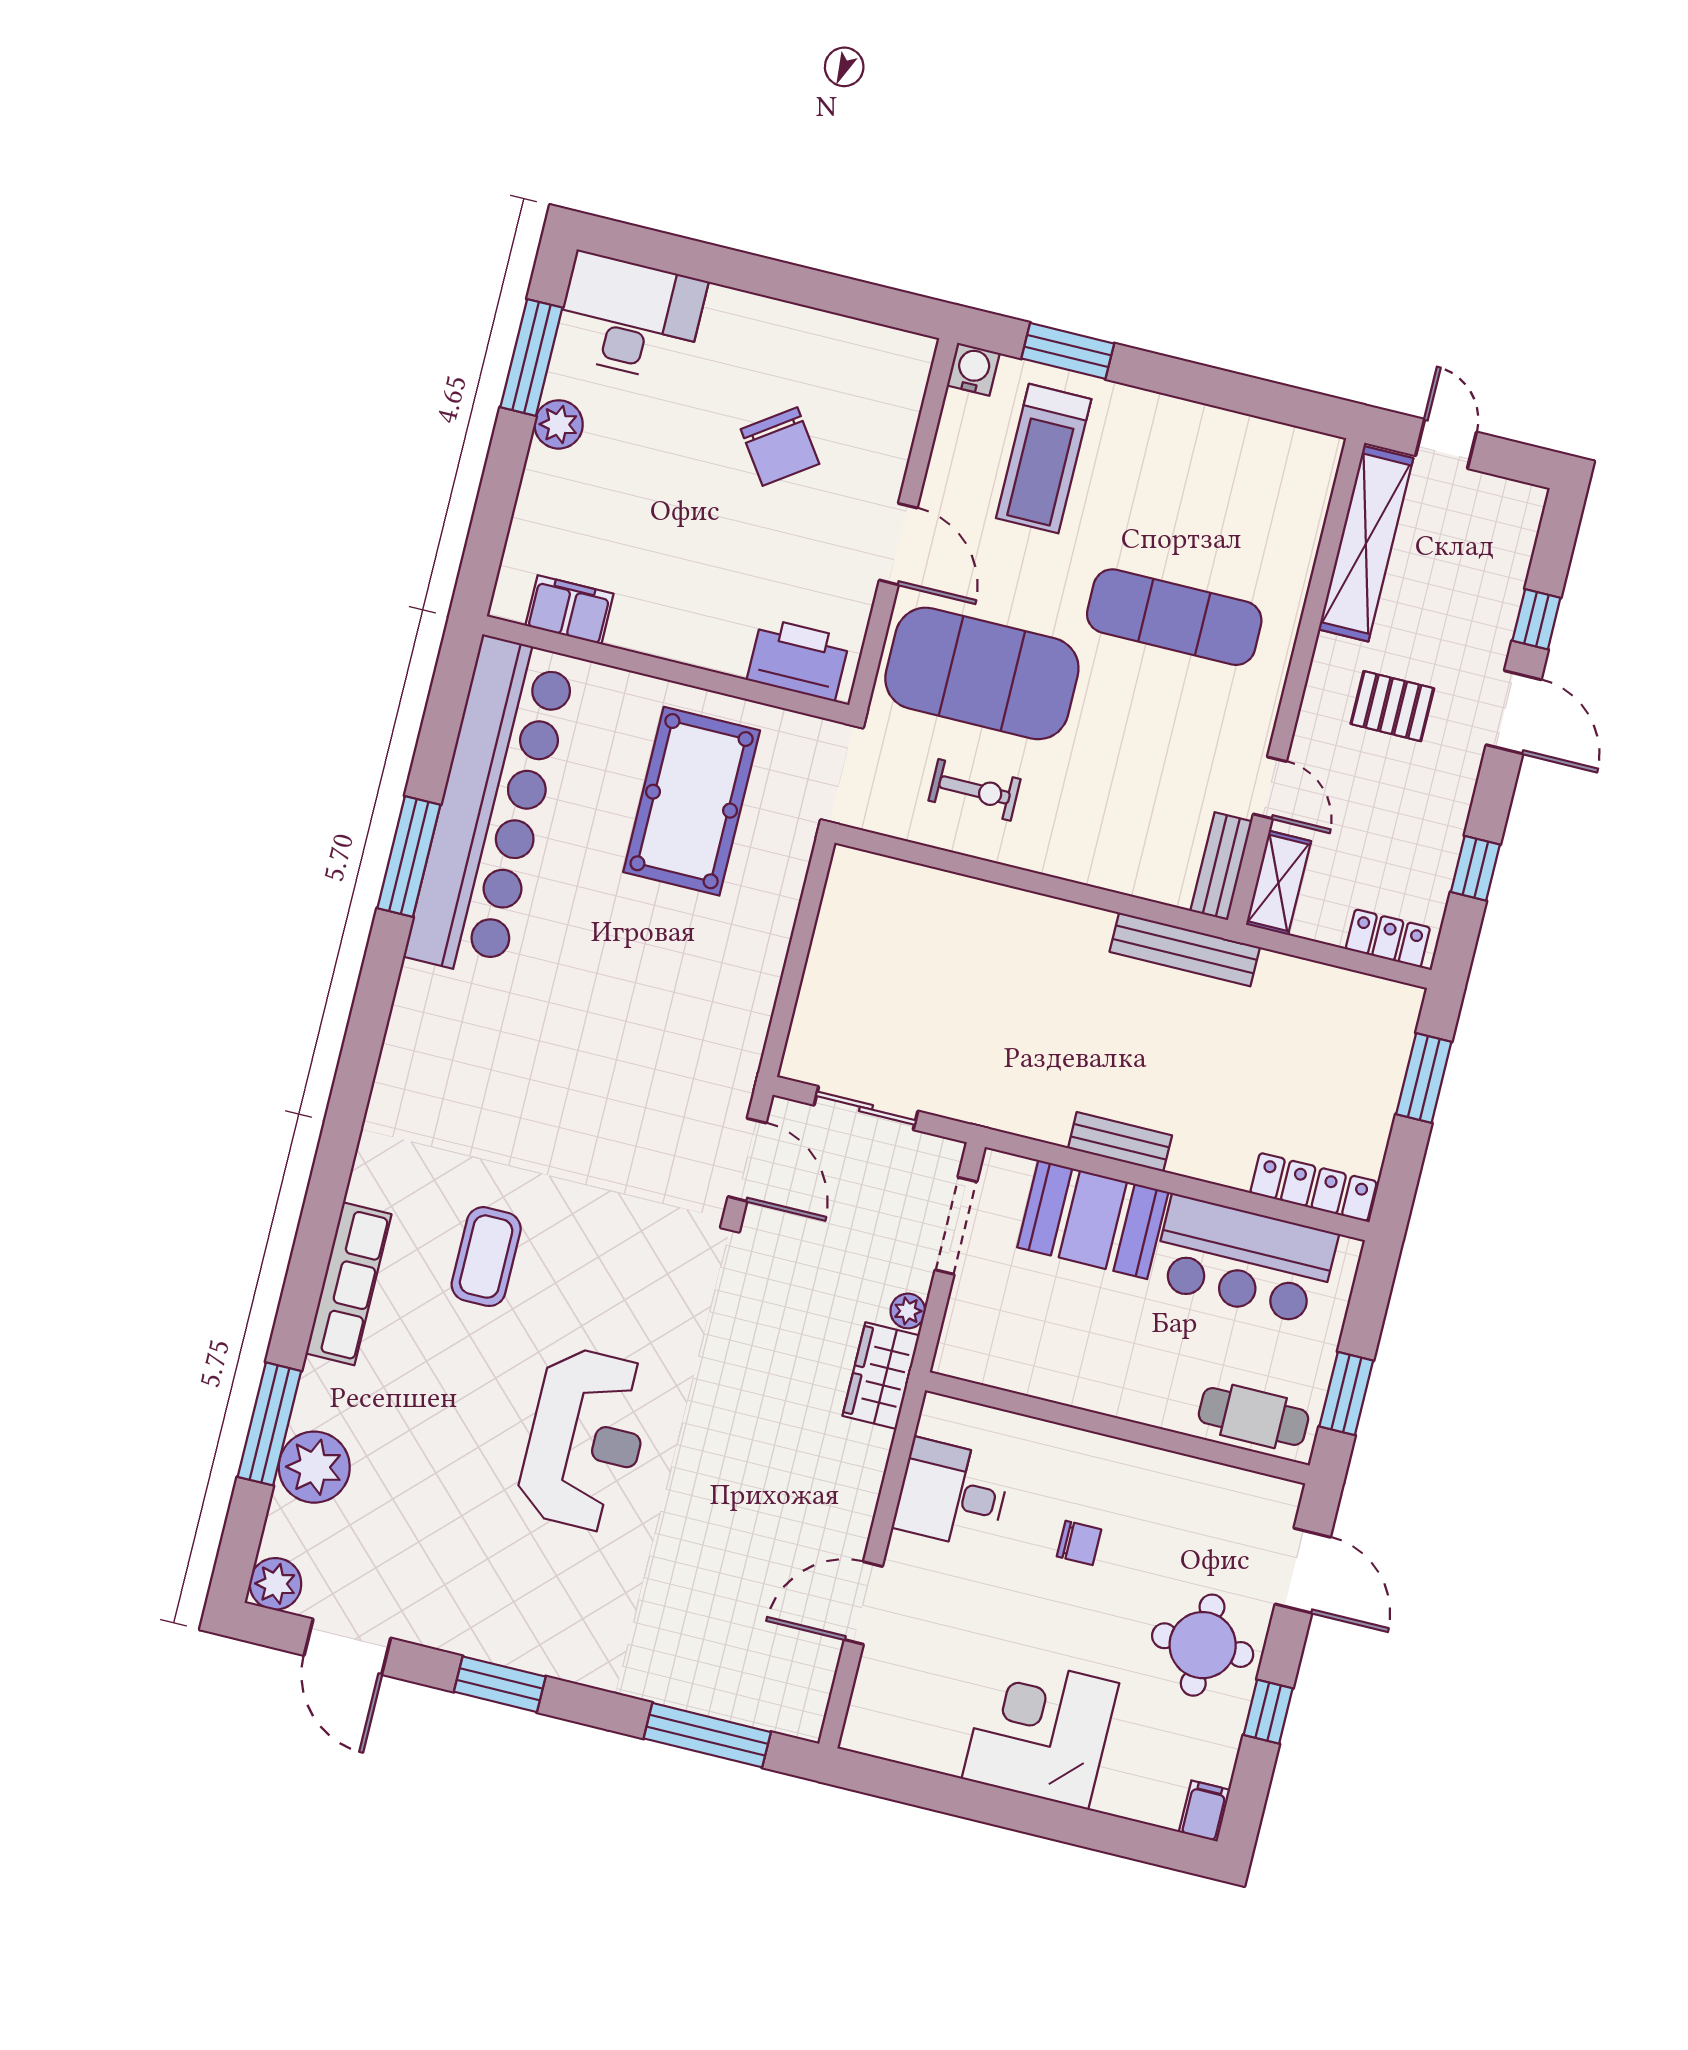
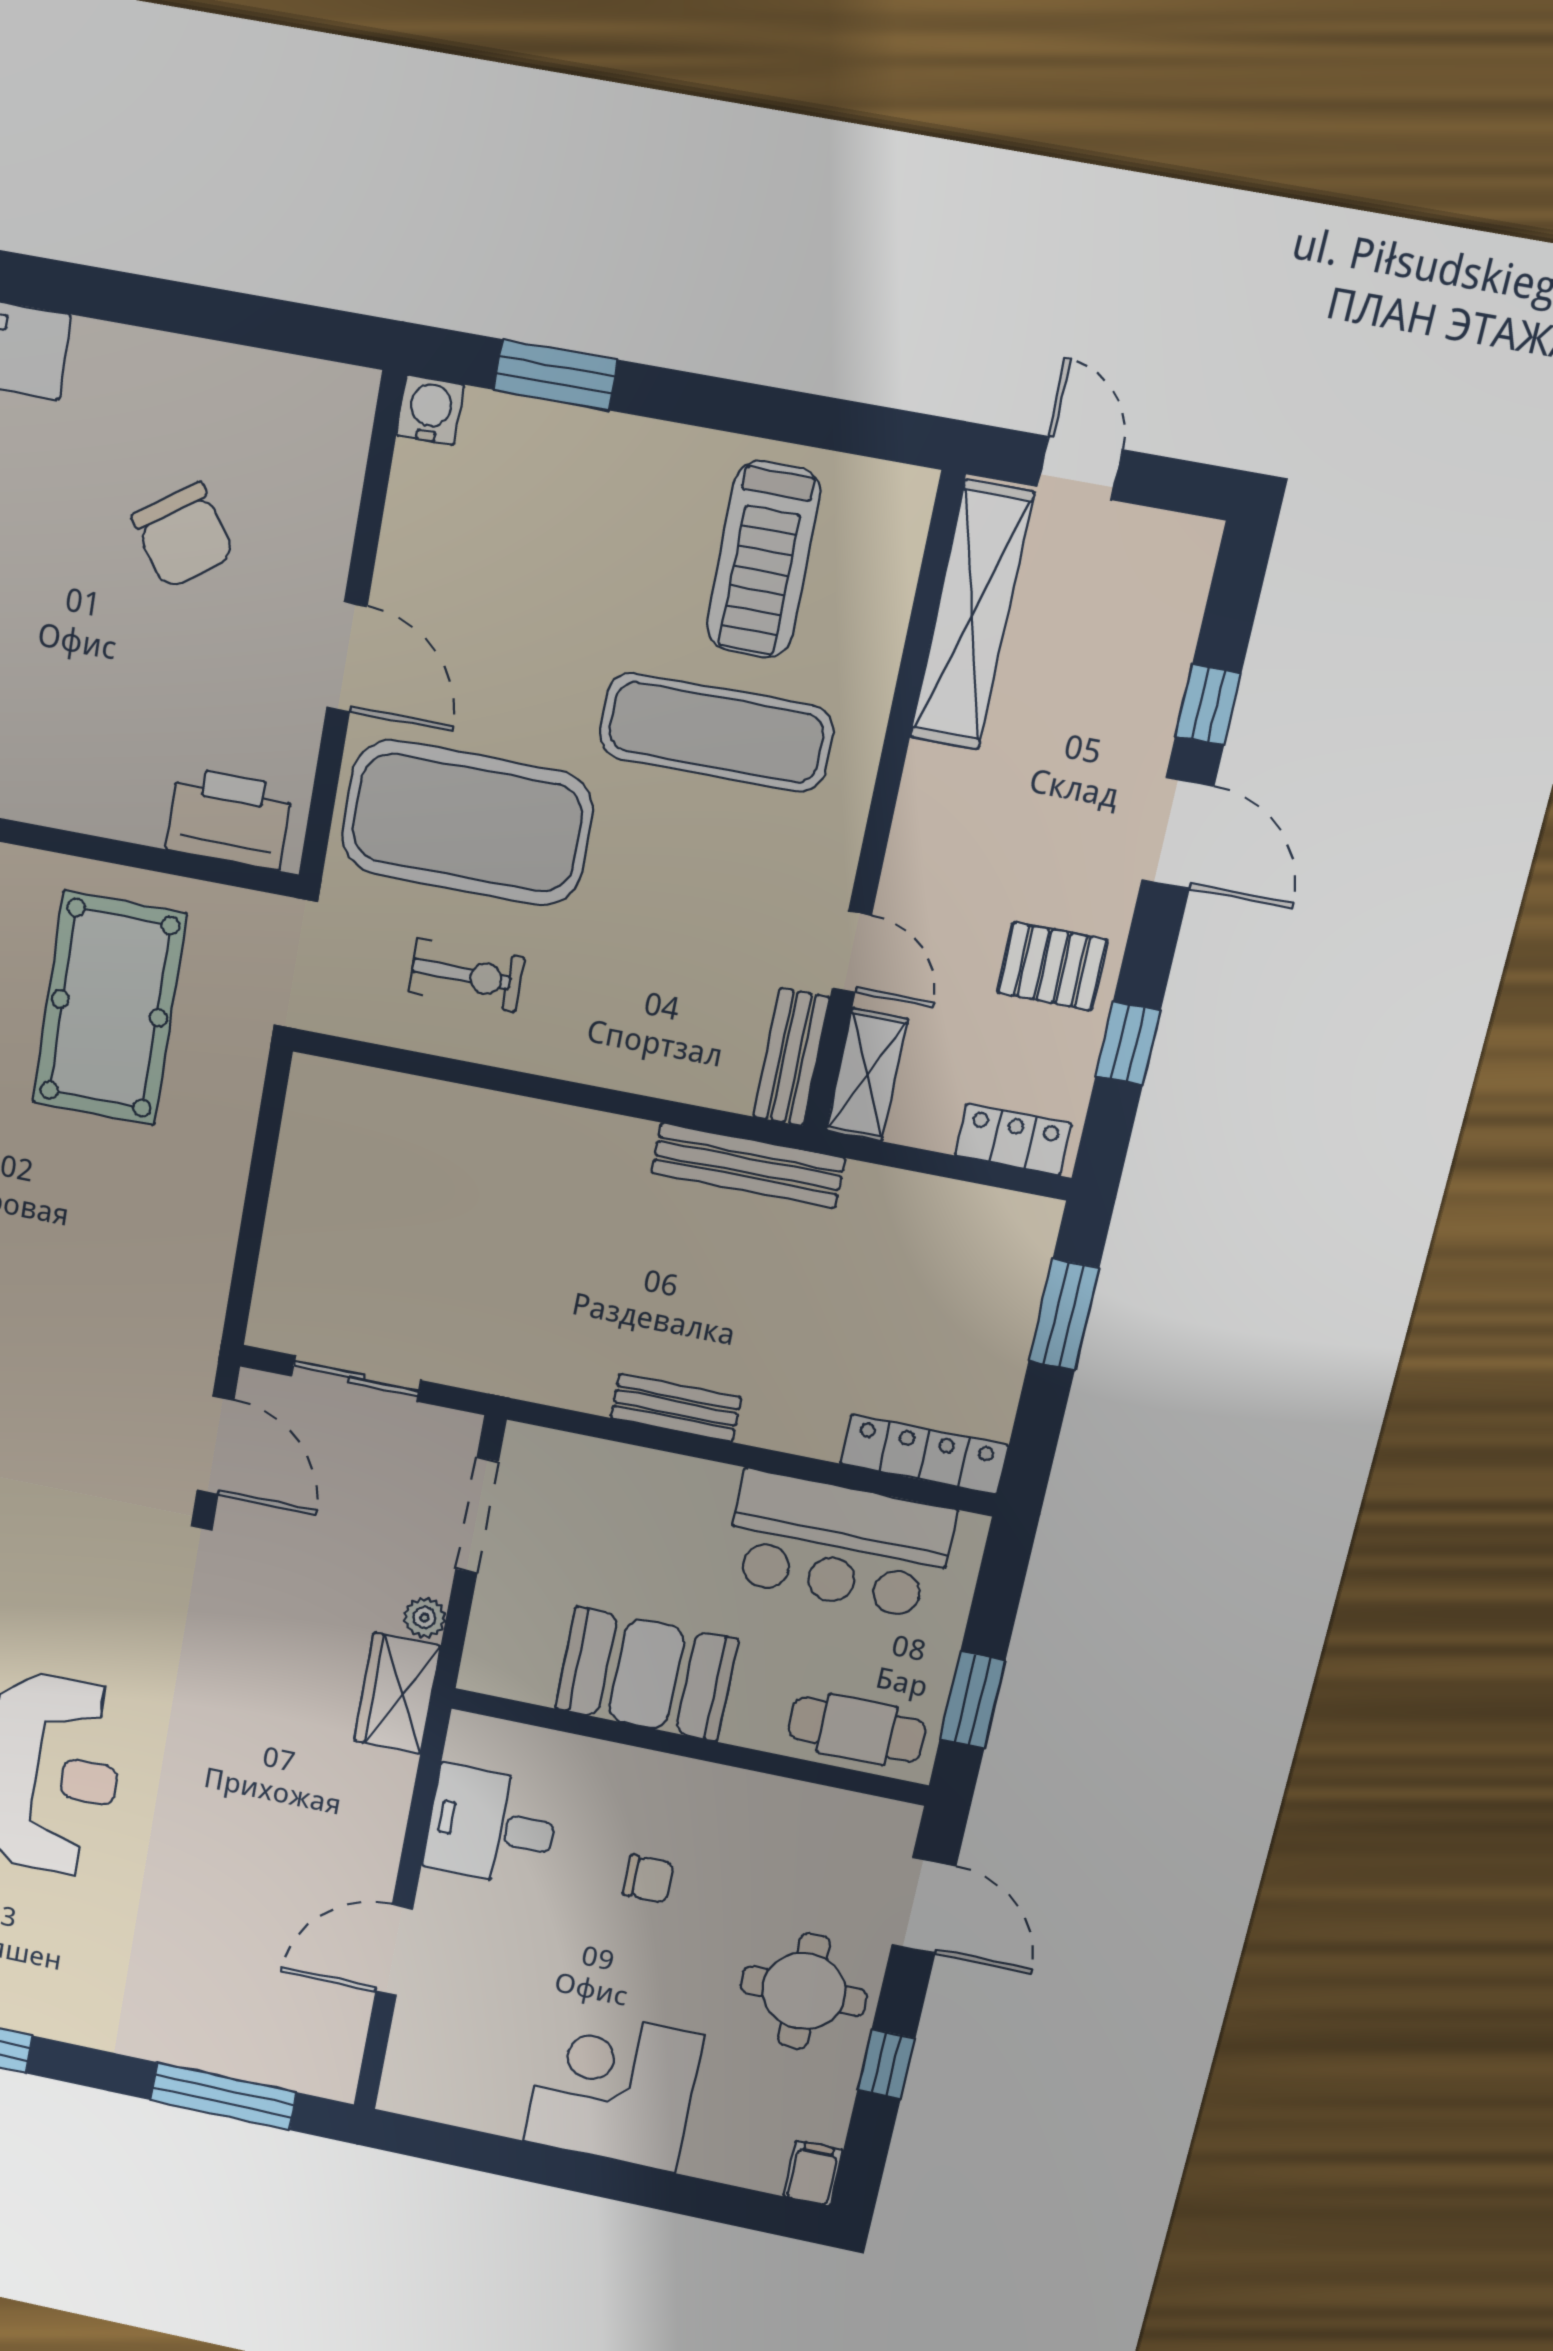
treadmill: (1044, 459) -> (763, 560), moved
pallet: (1392, 706) -> (1052, 966), moved
booth: (1093, 1220) -> (647, 1674), moved

